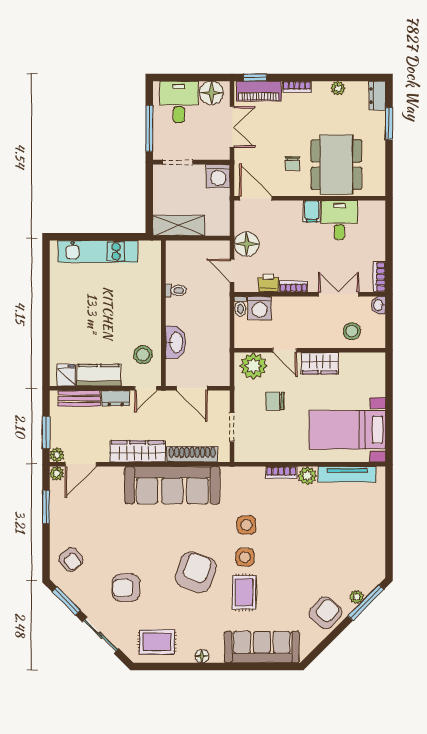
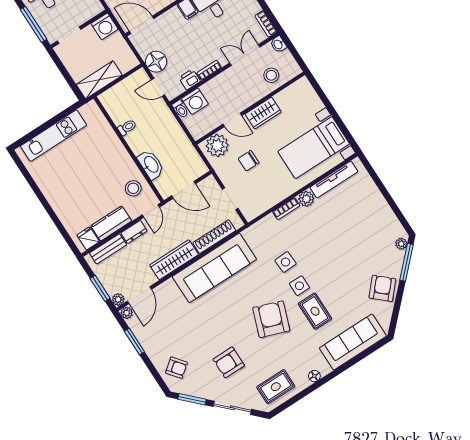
plant: (357, 597) -> (401, 244), moved

